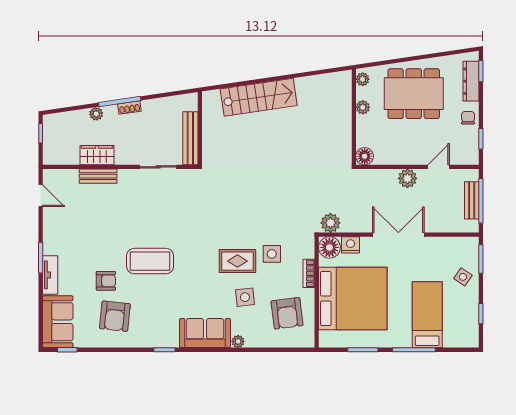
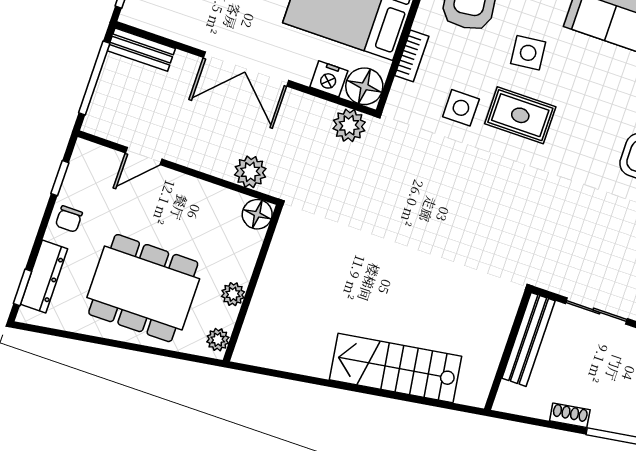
shoe rack: (129, 108) -> (570, 415), moved
plant: (407, 178) -> (250, 172), moved
bench: (472, 200) -> (141, 50), moved, turned 90

